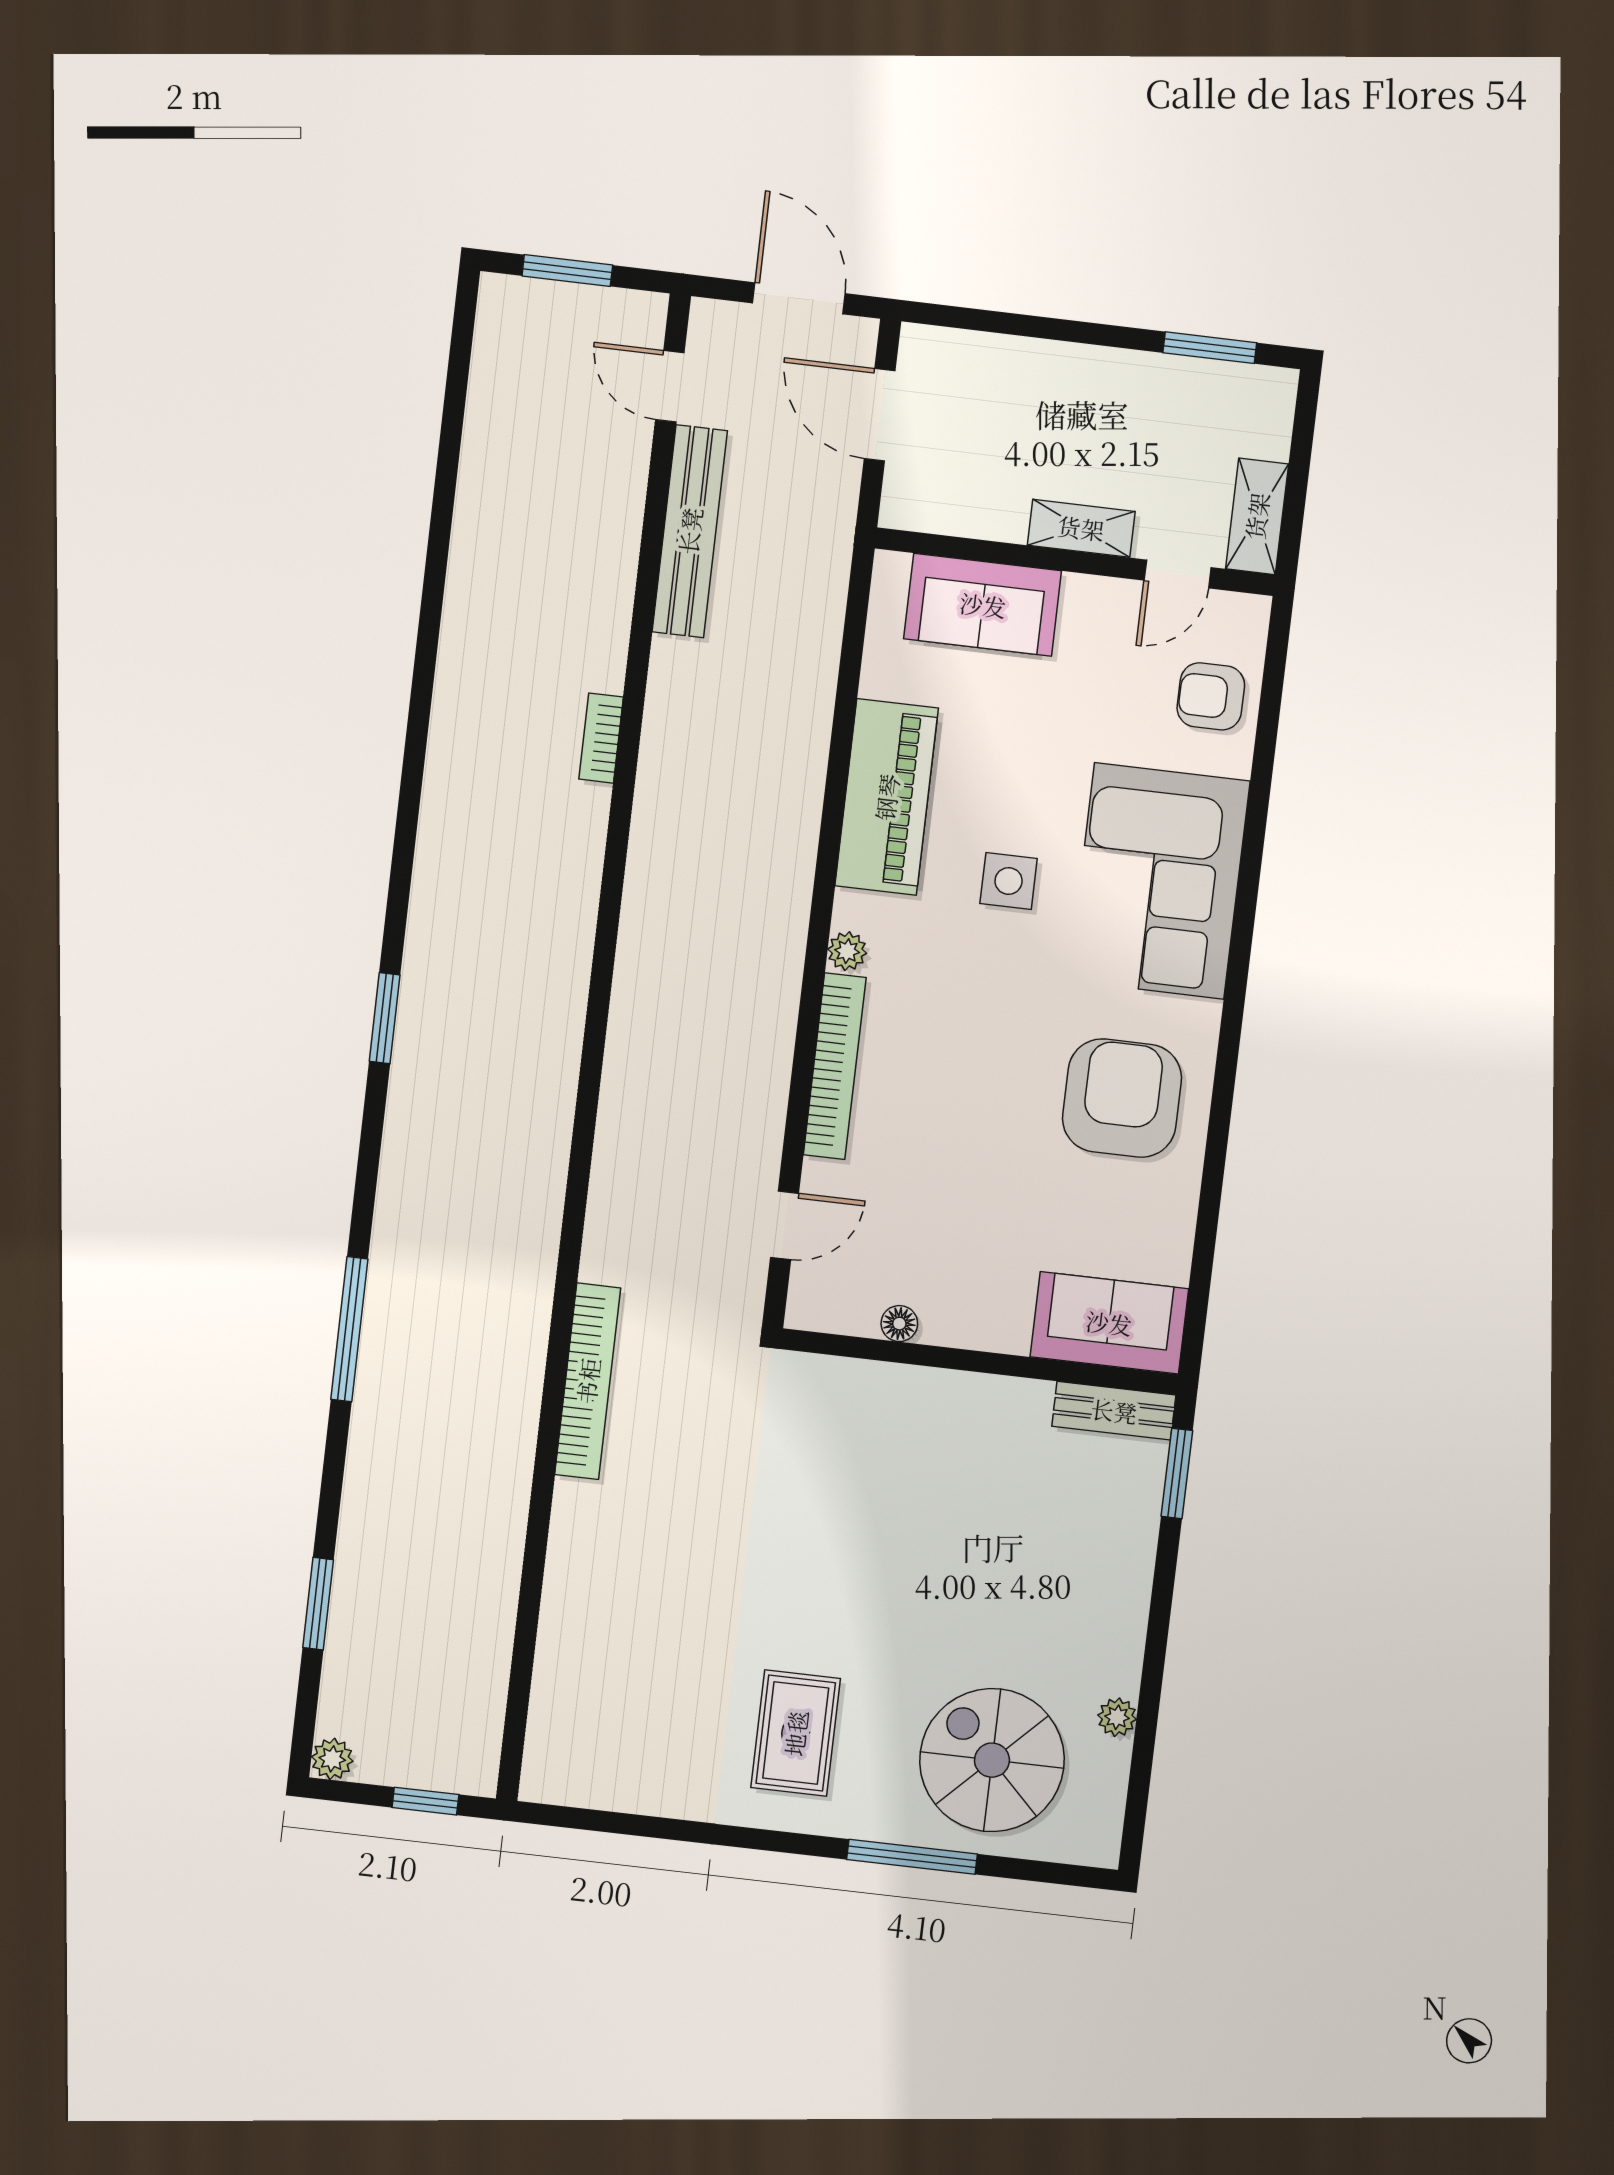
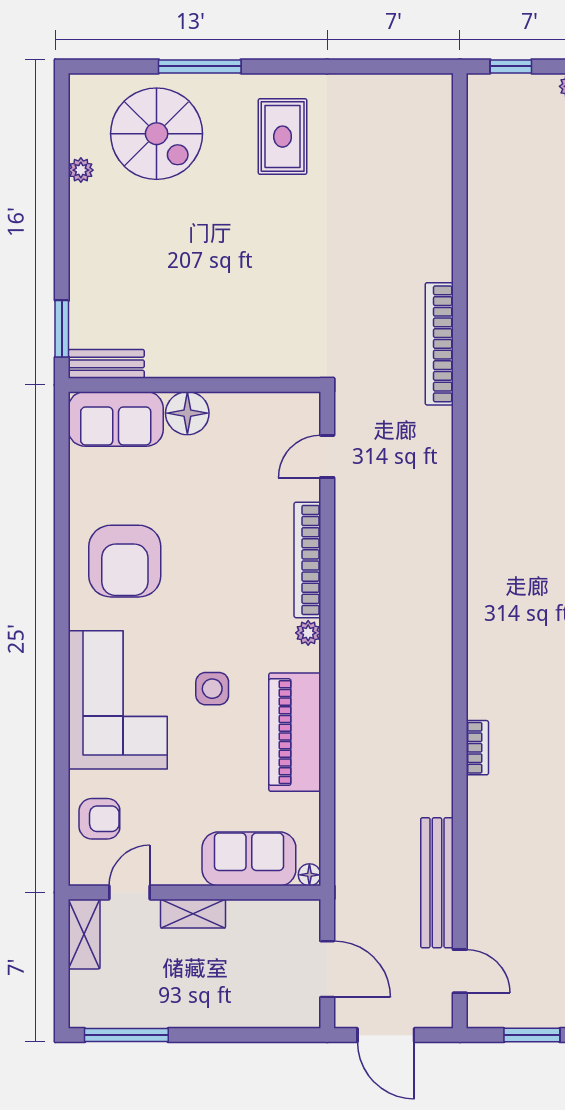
window: (1210, 348) -> (126, 1035), width x1.44
floor lamp: (890, 568) -> (309, 875), added
floor lamp: (899, 1324) -> (187, 413), moved, width x1.89, depth x1.89

